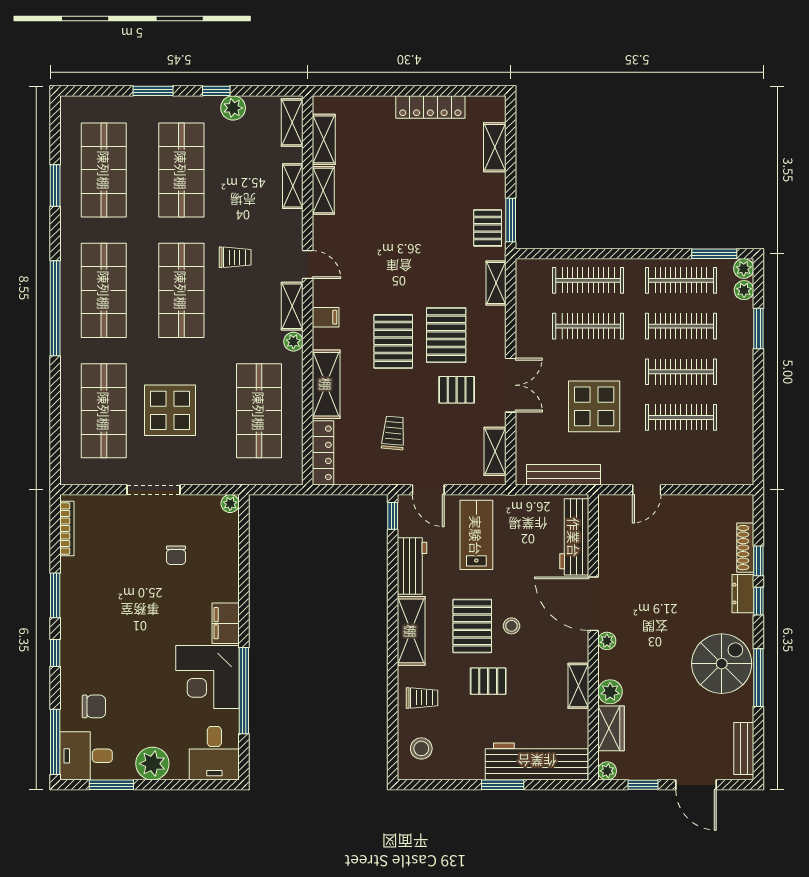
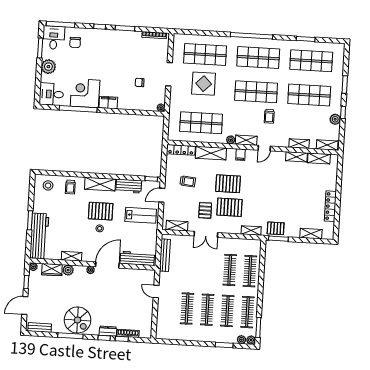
display table: (594, 406) -> (194, 271), removed
pallet: (488, 681) -> (76, 217), removed

